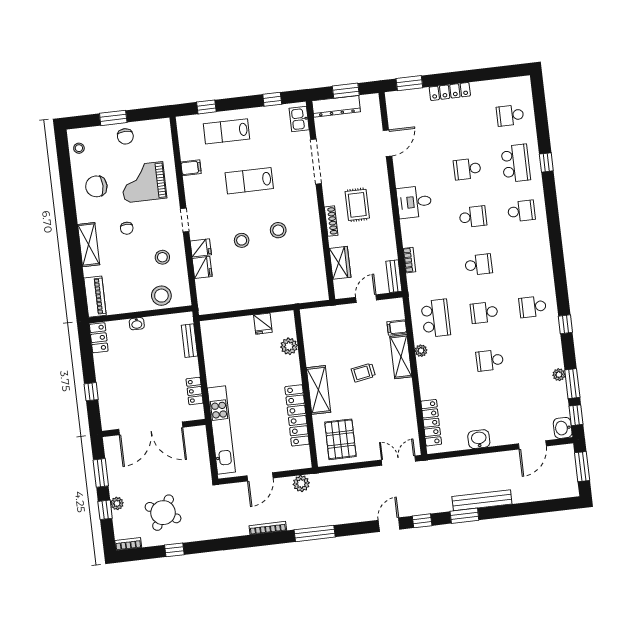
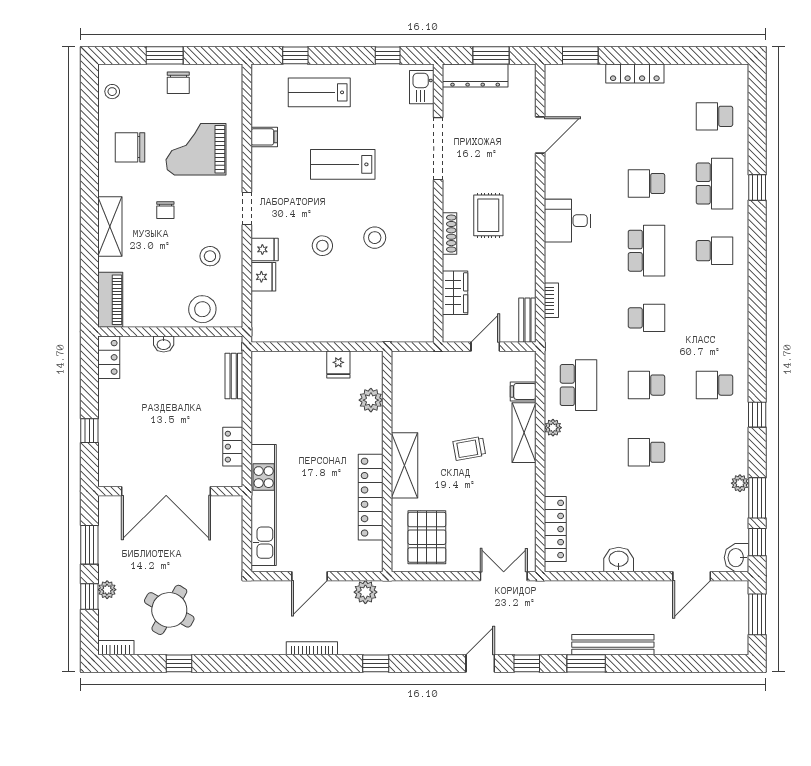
school desk: (473, 217) -> (646, 251), width x1.85
window: (315, 533) -> (376, 663), width x0.46

